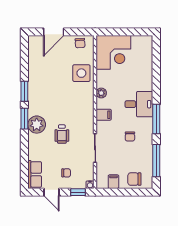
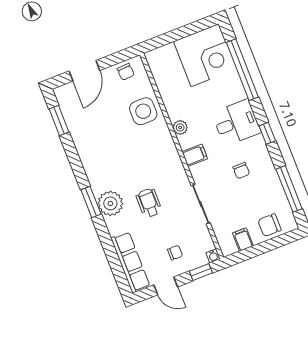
corner desk: (114, 52) -> (205, 55), moved
window: (156, 71) -> (242, 70), added
window: (24, 91) -> (59, 121), moved
window: (156, 119) -> (267, 133), width x0.46
wheelchair: (62, 134) -> (149, 203), turned 180
row of seats: (35, 174) -> (130, 262), width x1.48

